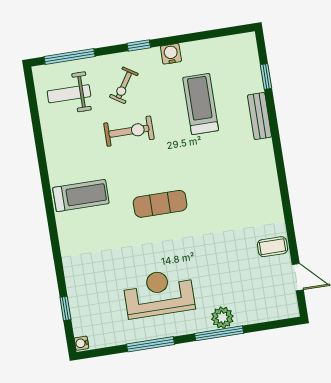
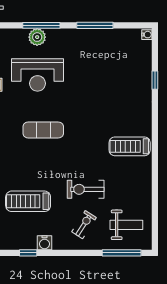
window: (139, 46) -> (28, 253), moved
treadmill: (201, 104) -> (28, 201), turned 90
exercise mat: (160, 204) -> (43, 130), moved
reception desk: (159, 293) -> (37, 75), moved
window: (65, 308) -> (155, 80), moved

